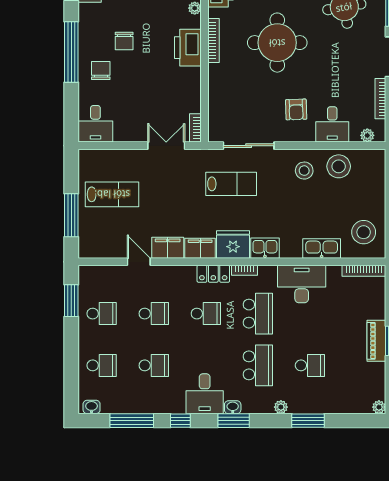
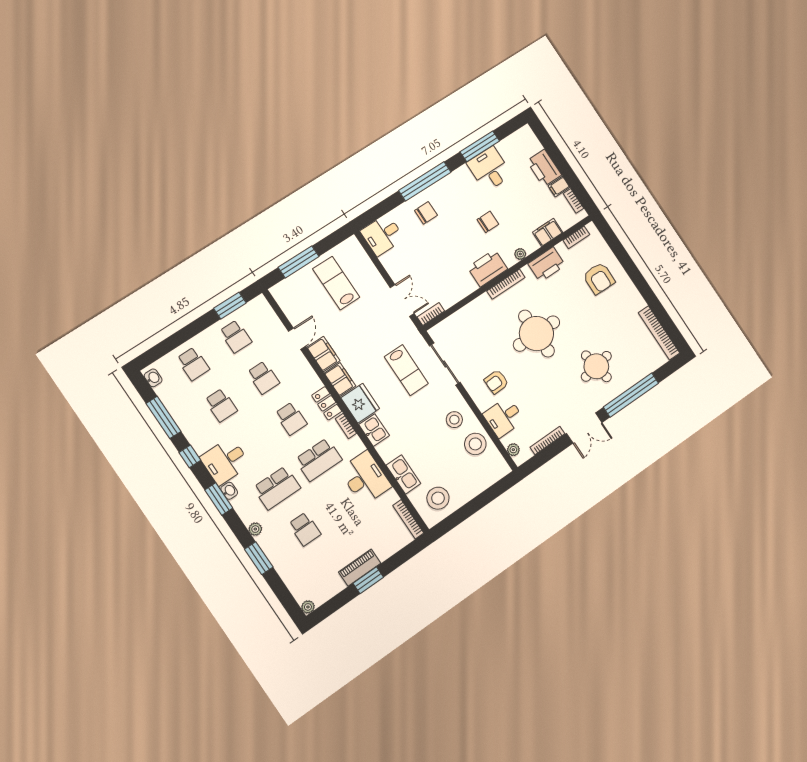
chair: (124, 41) -> (488, 222), moved, turned 180
lab bench: (112, 194) -> (336, 283), turned 180

